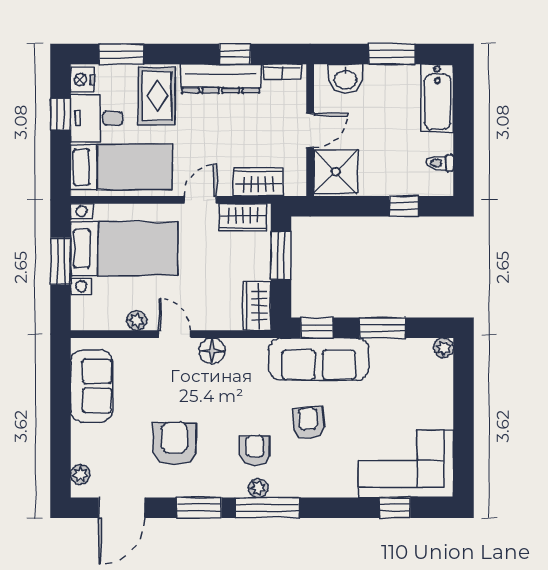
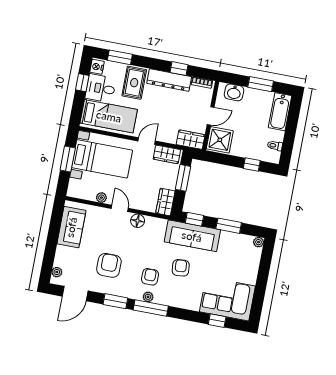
wardrobe: (258, 182) -> (191, 140), moved

